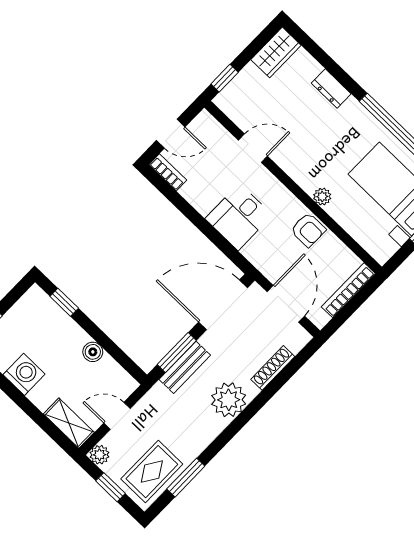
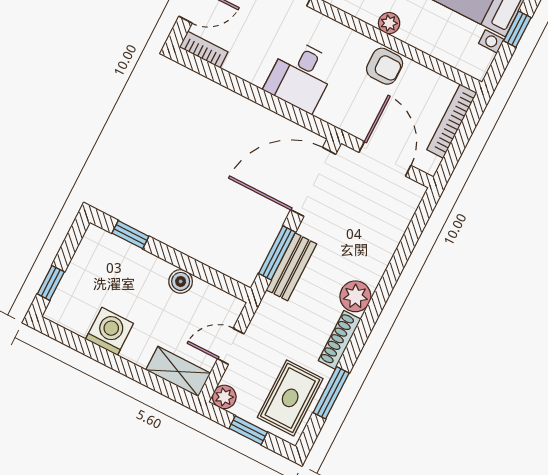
shoe rack: (273, 368) -> (340, 340), moved
plant: (229, 400) -> (355, 296), width x0.73, depth x0.73

